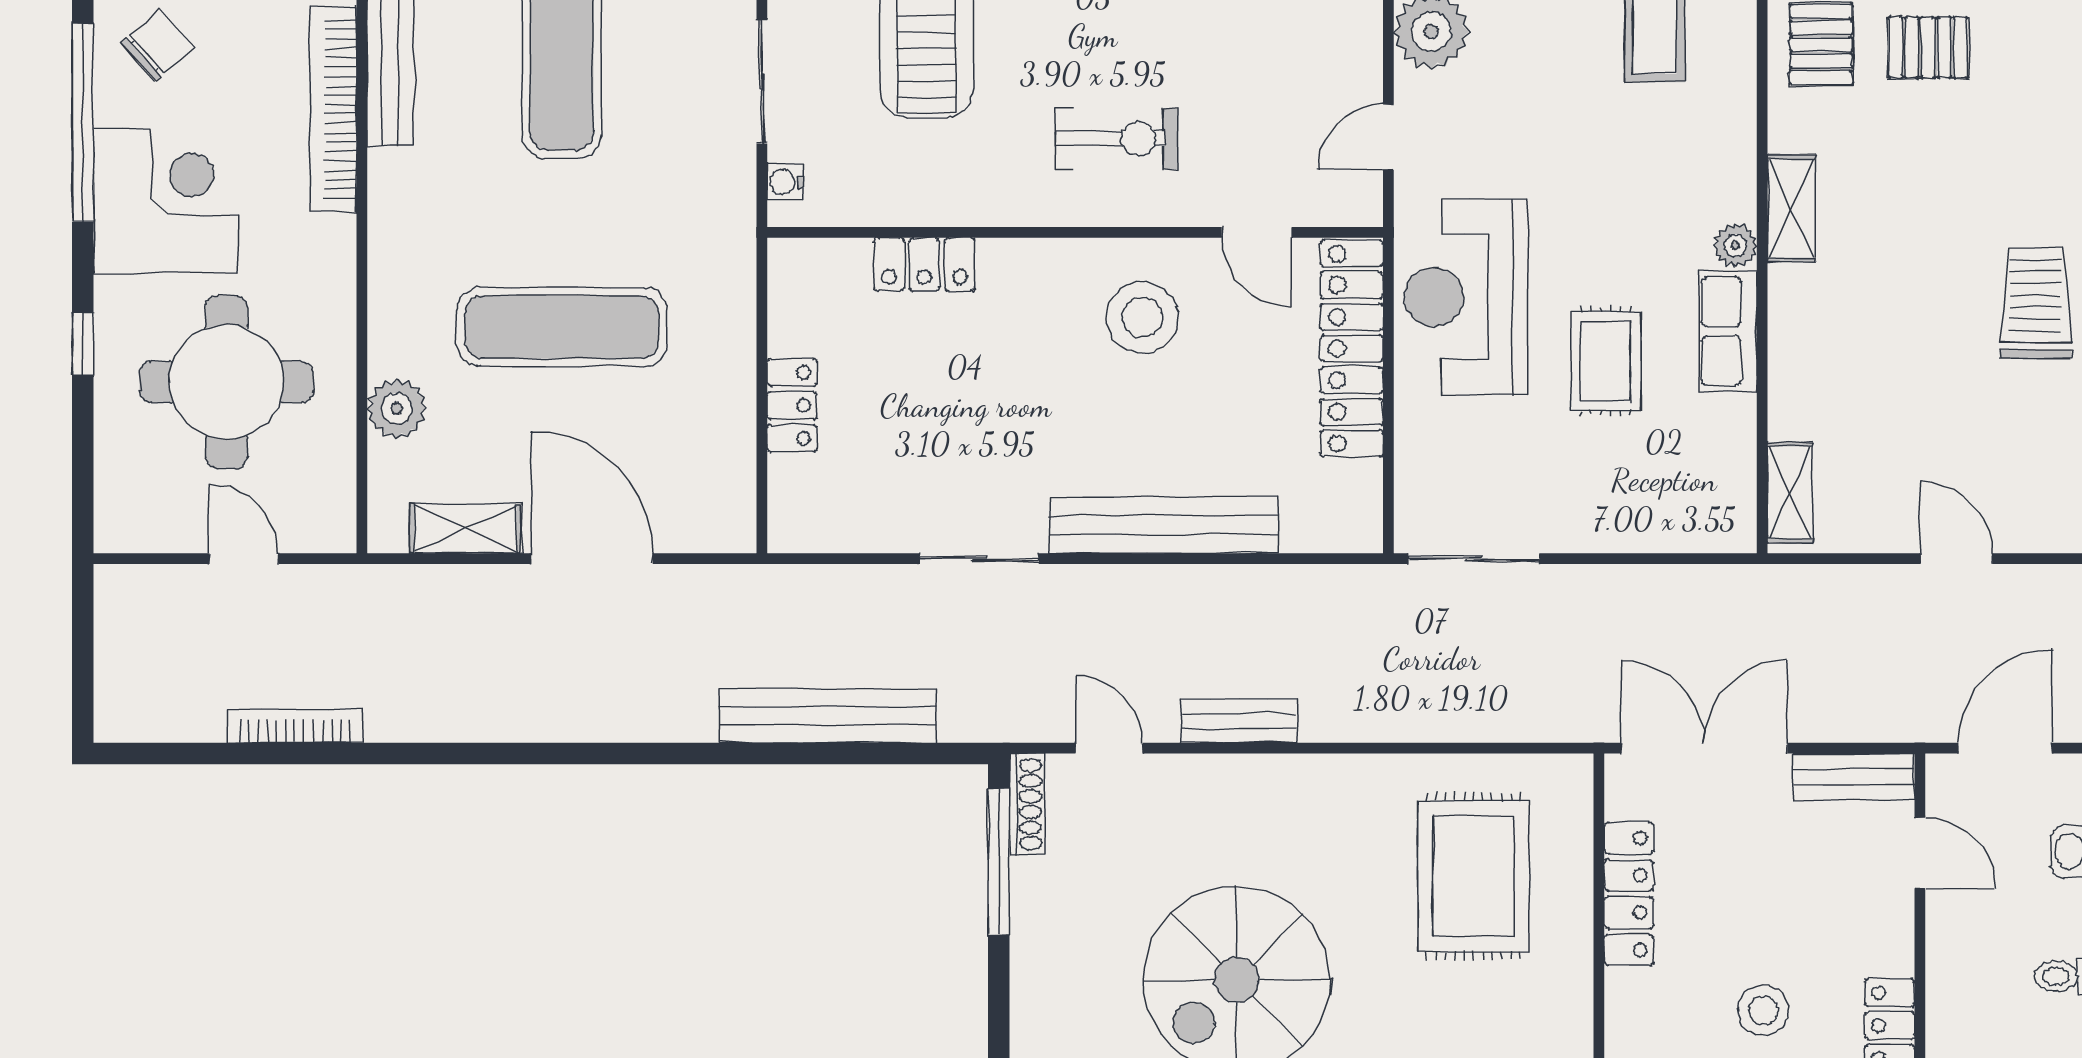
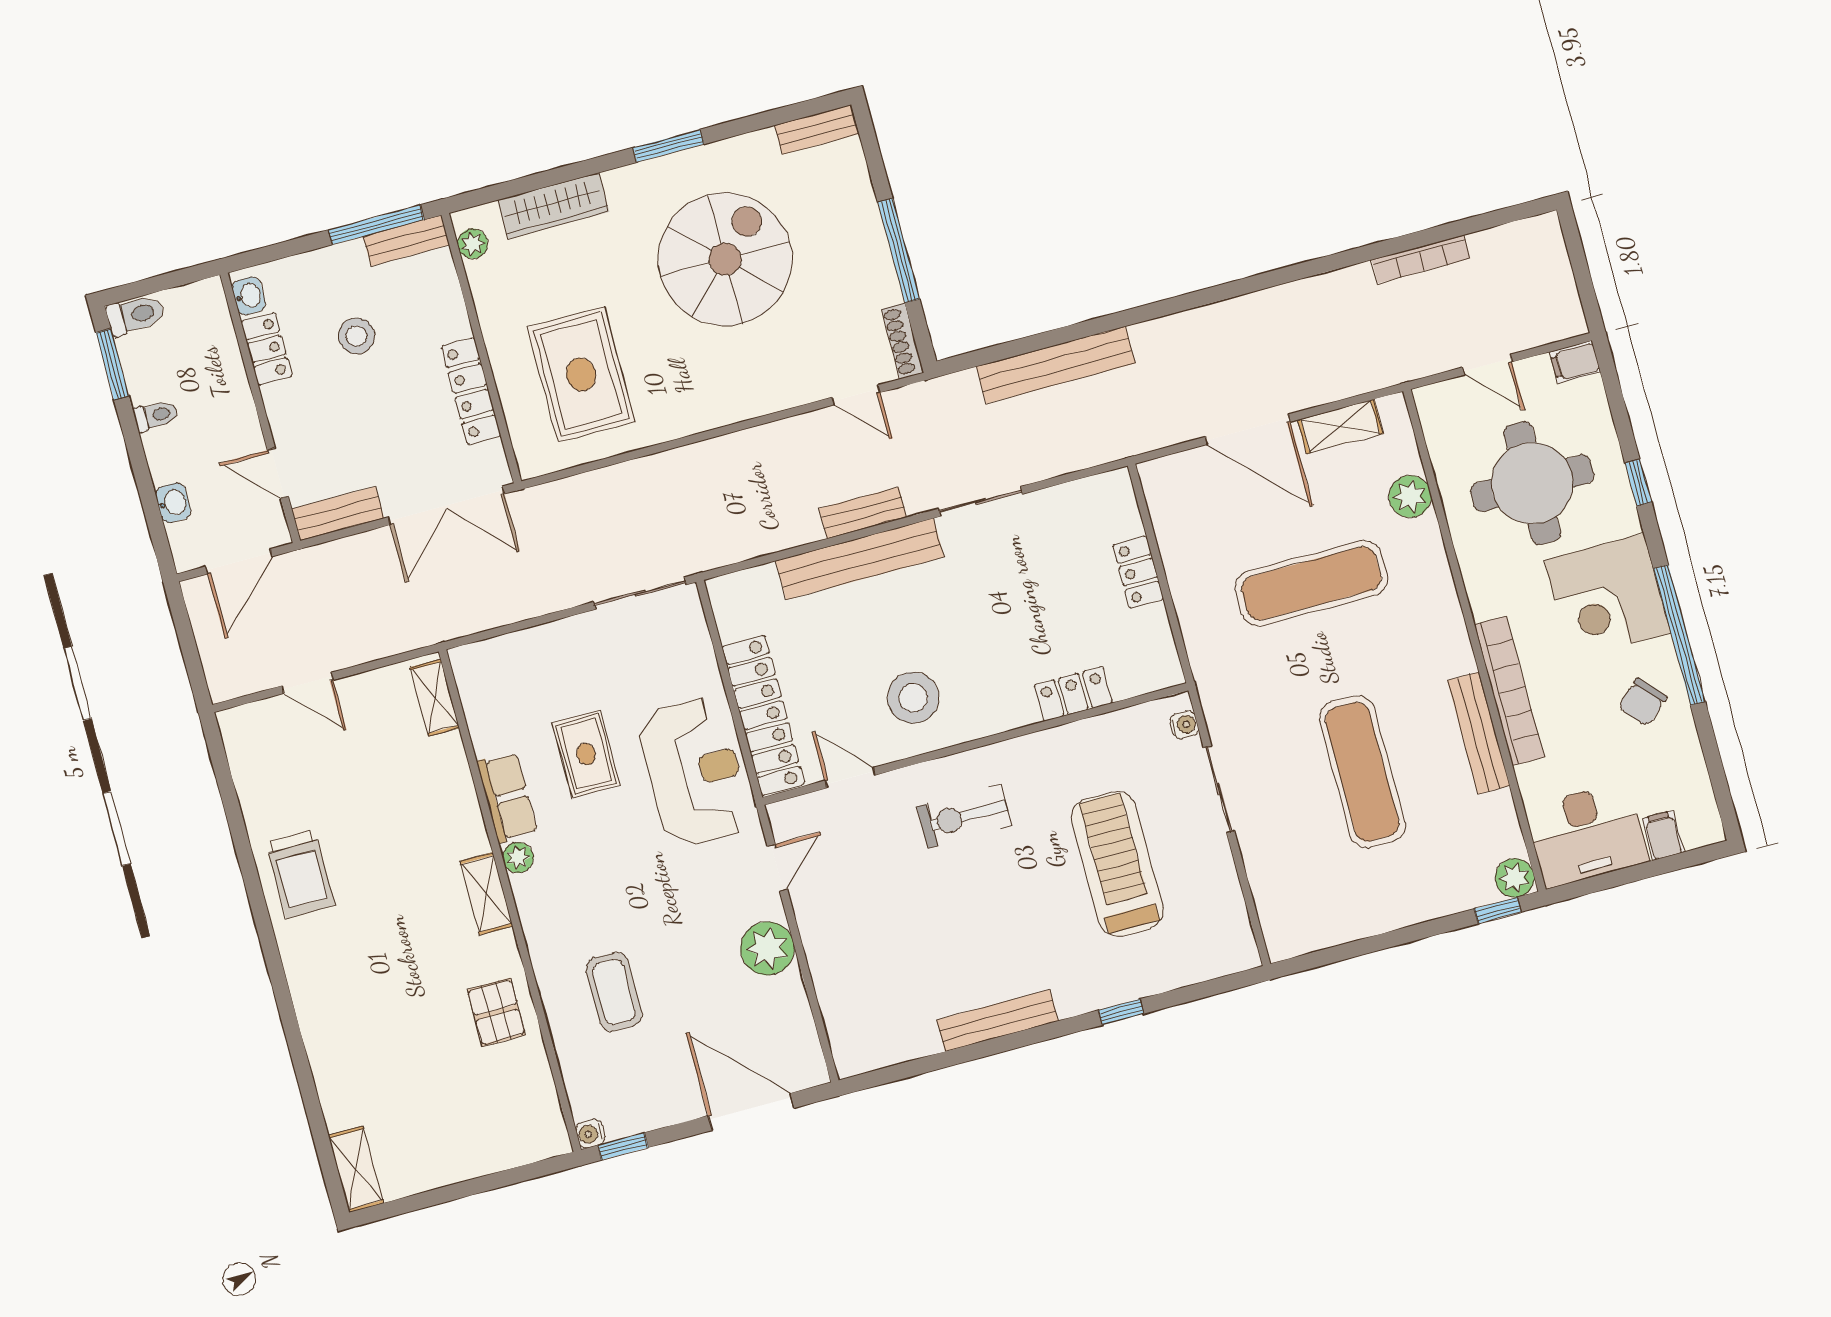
pallet: (1928, 48) -> (422, 1030), removed
filing cabinet: (124, 530) -> (1575, 362), added
bench: (1239, 721) -> (863, 513), moved
window: (999, 862) -> (899, 251), moved

